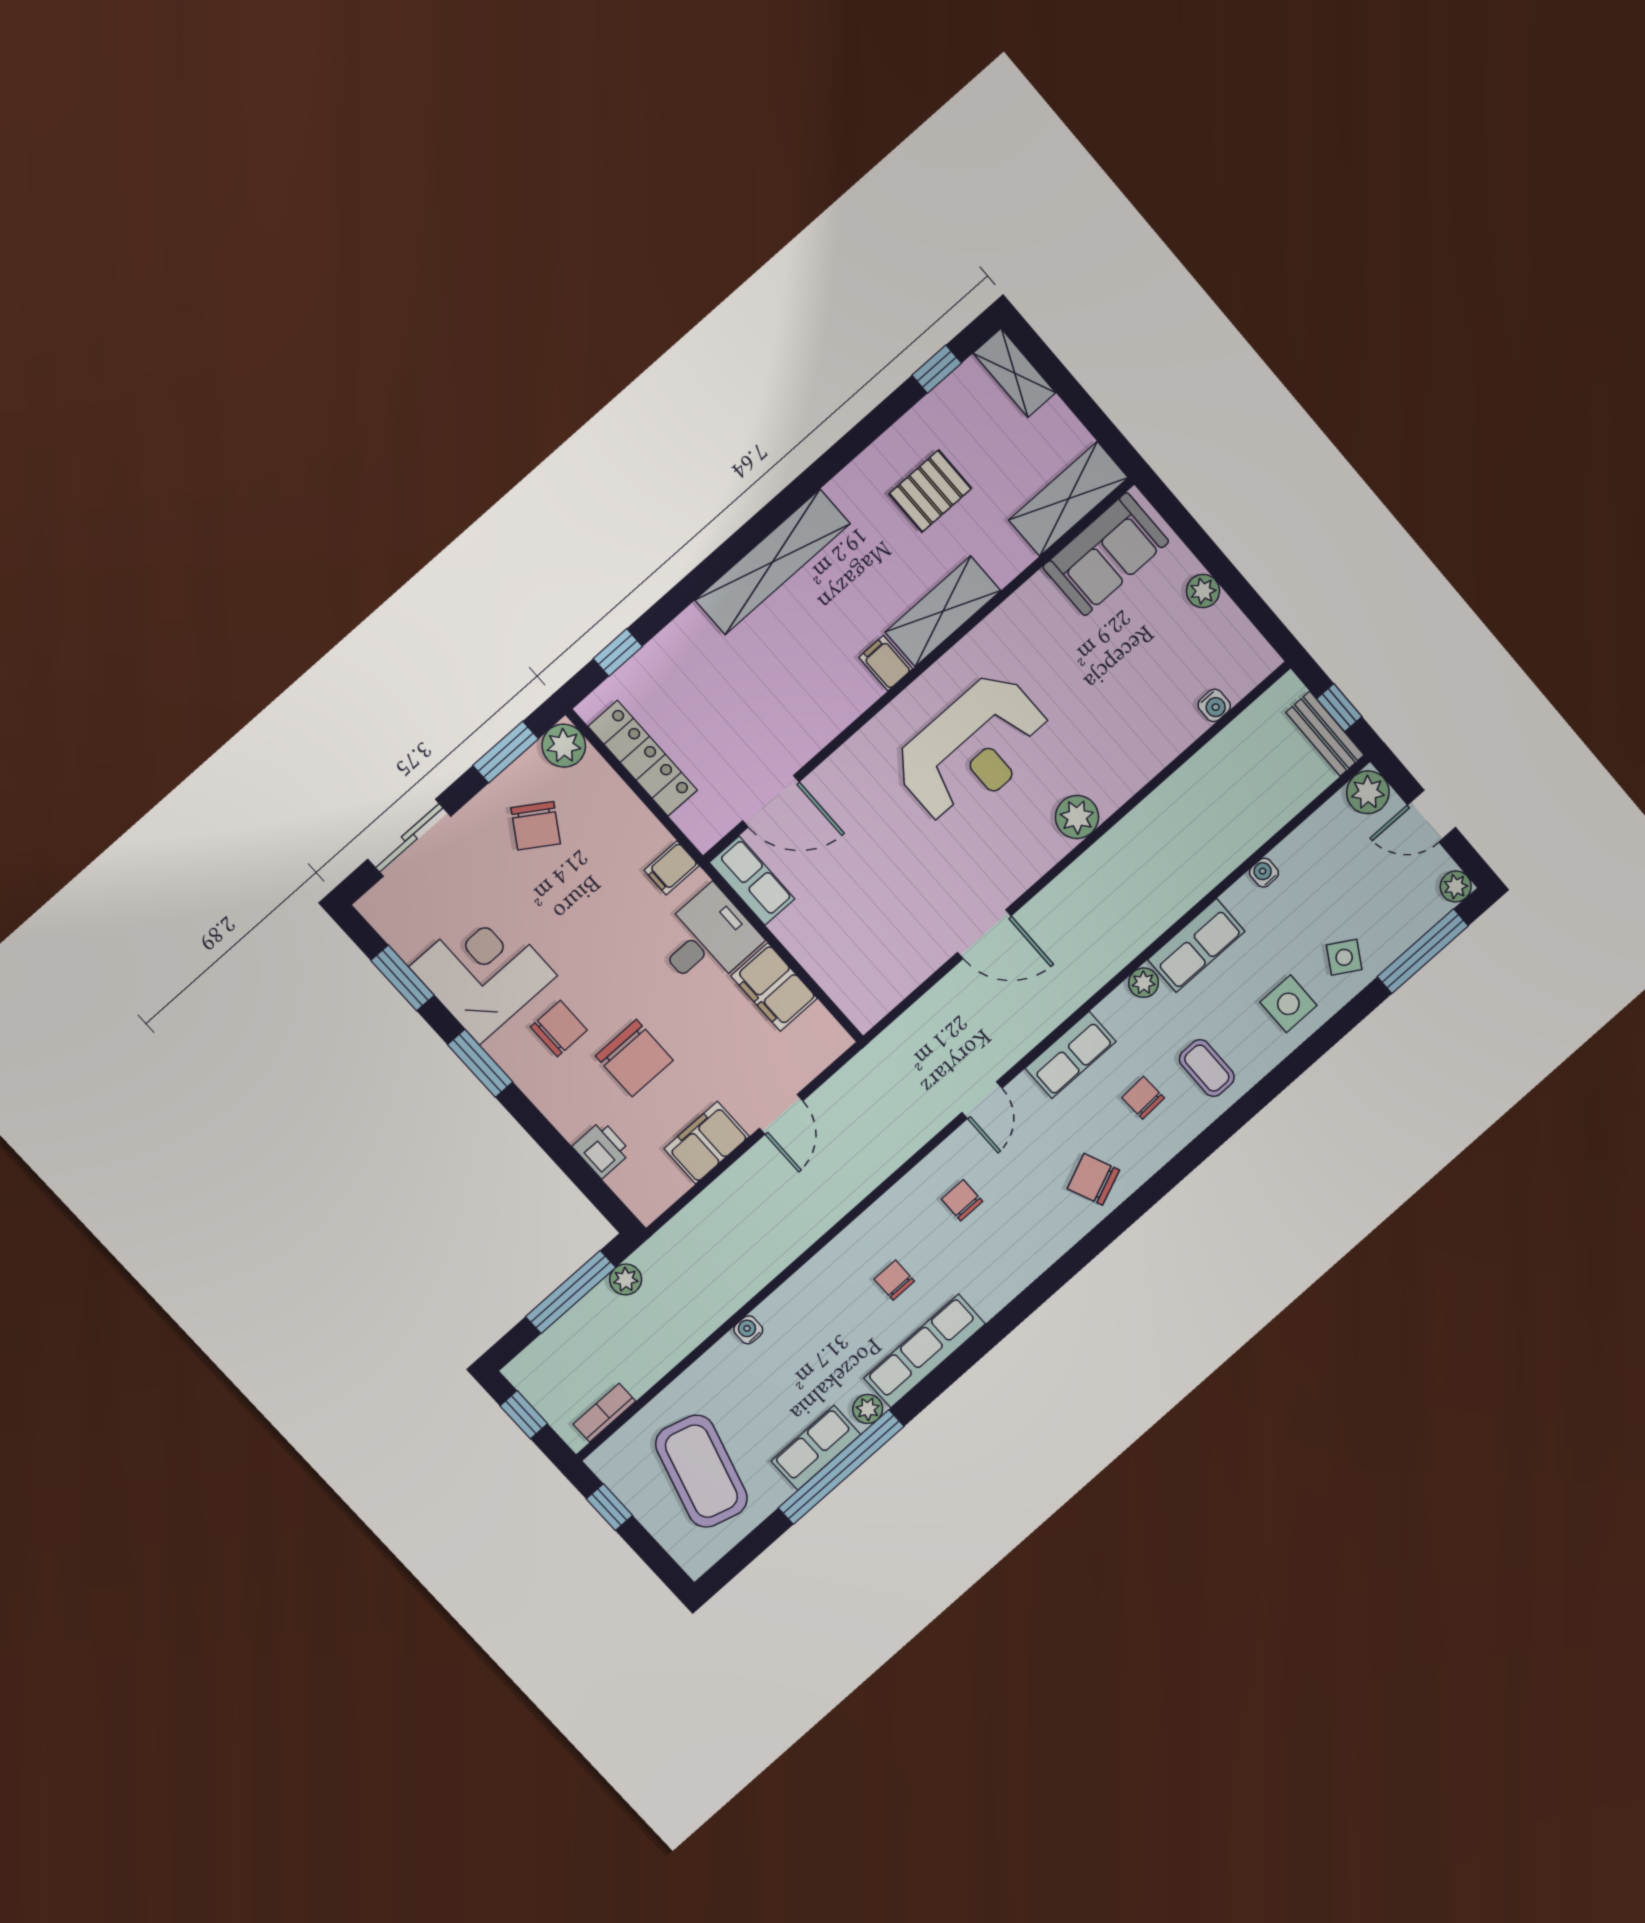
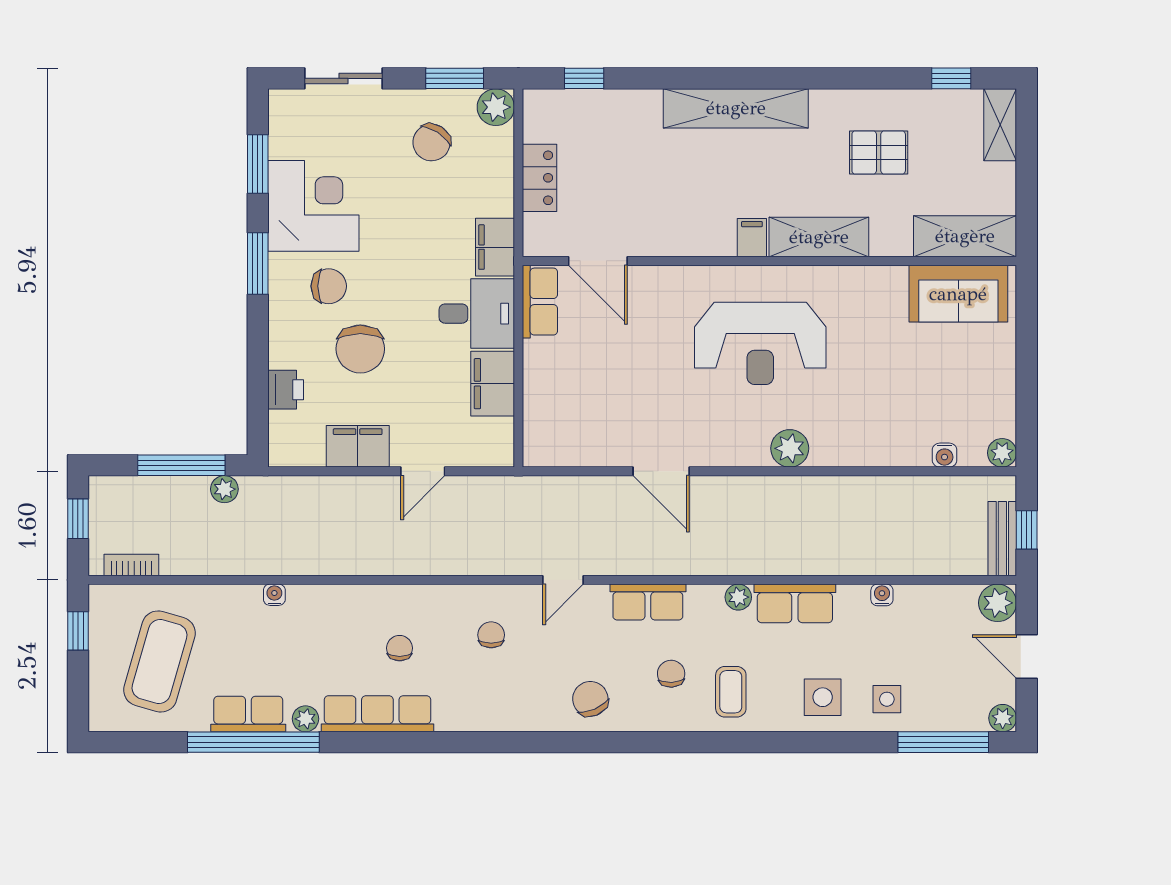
plant: (1203, 591) -> (1002, 453), moved
locker: (643, 758) -> (540, 178), width x0.66
filing cabinet: (672, 868) -> (495, 247), width x2.00
side table: (1344, 957) -> (887, 699), turned -31

